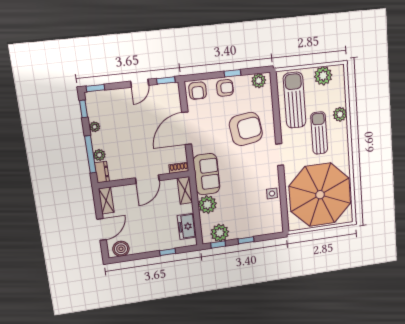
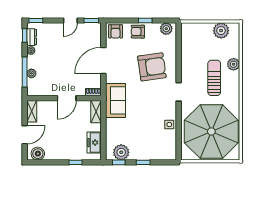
armchair: (225, 88) -> (138, 32), turned 180
sun lounger: (295, 100) -> (195, 48), removed
dresser: (102, 172) -> (32, 37), moved
plant: (207, 205) -> (113, 126), removed

